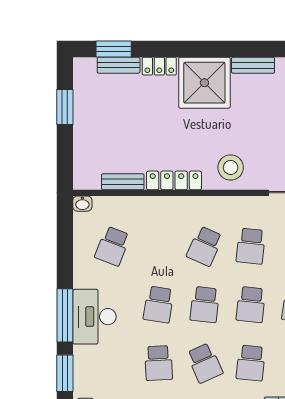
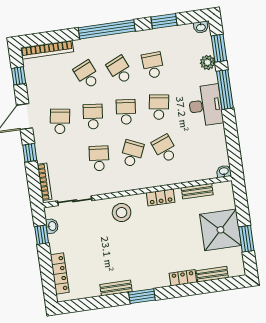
window: (114, 49) -> (142, 296), moved
shower: (204, 83) -> (221, 230), moved
locker: (174, 180) -> (161, 197), width x0.66
school desk: (112, 246) -> (165, 149), moved, turned -42
desk: (94, 317) -> (206, 105), moved
plant: (83, 356) -> (208, 62), added
school desk: (251, 363) -> (87, 75), turned -30

